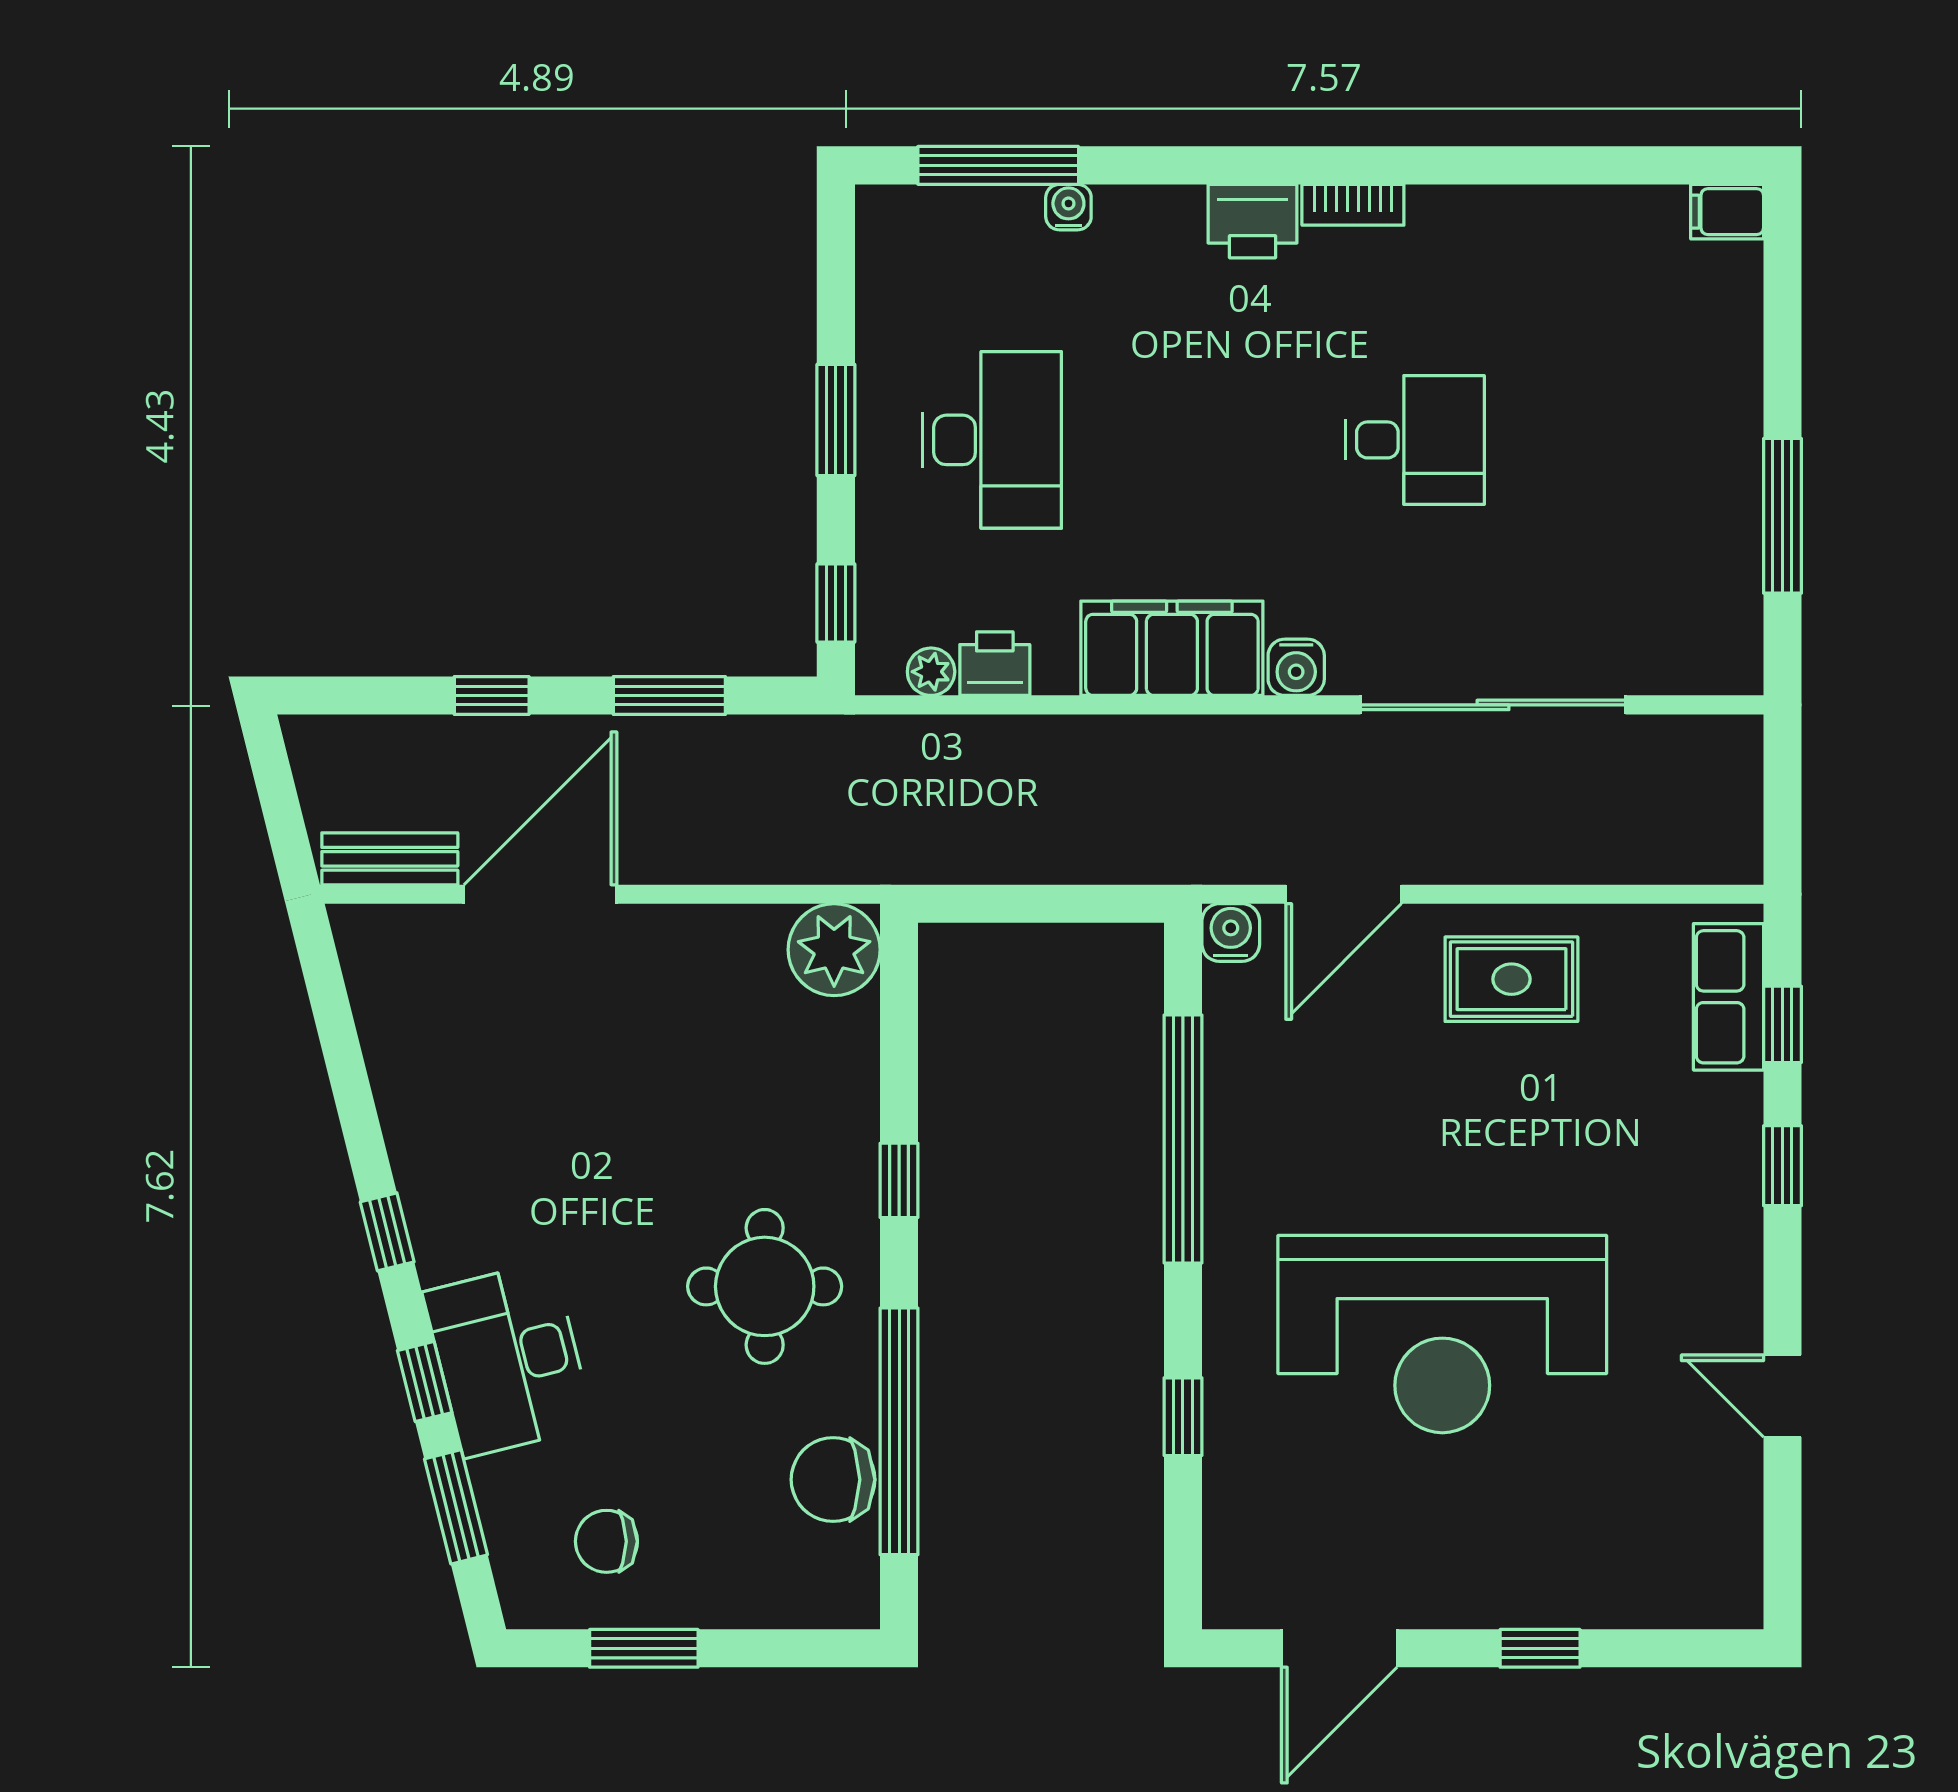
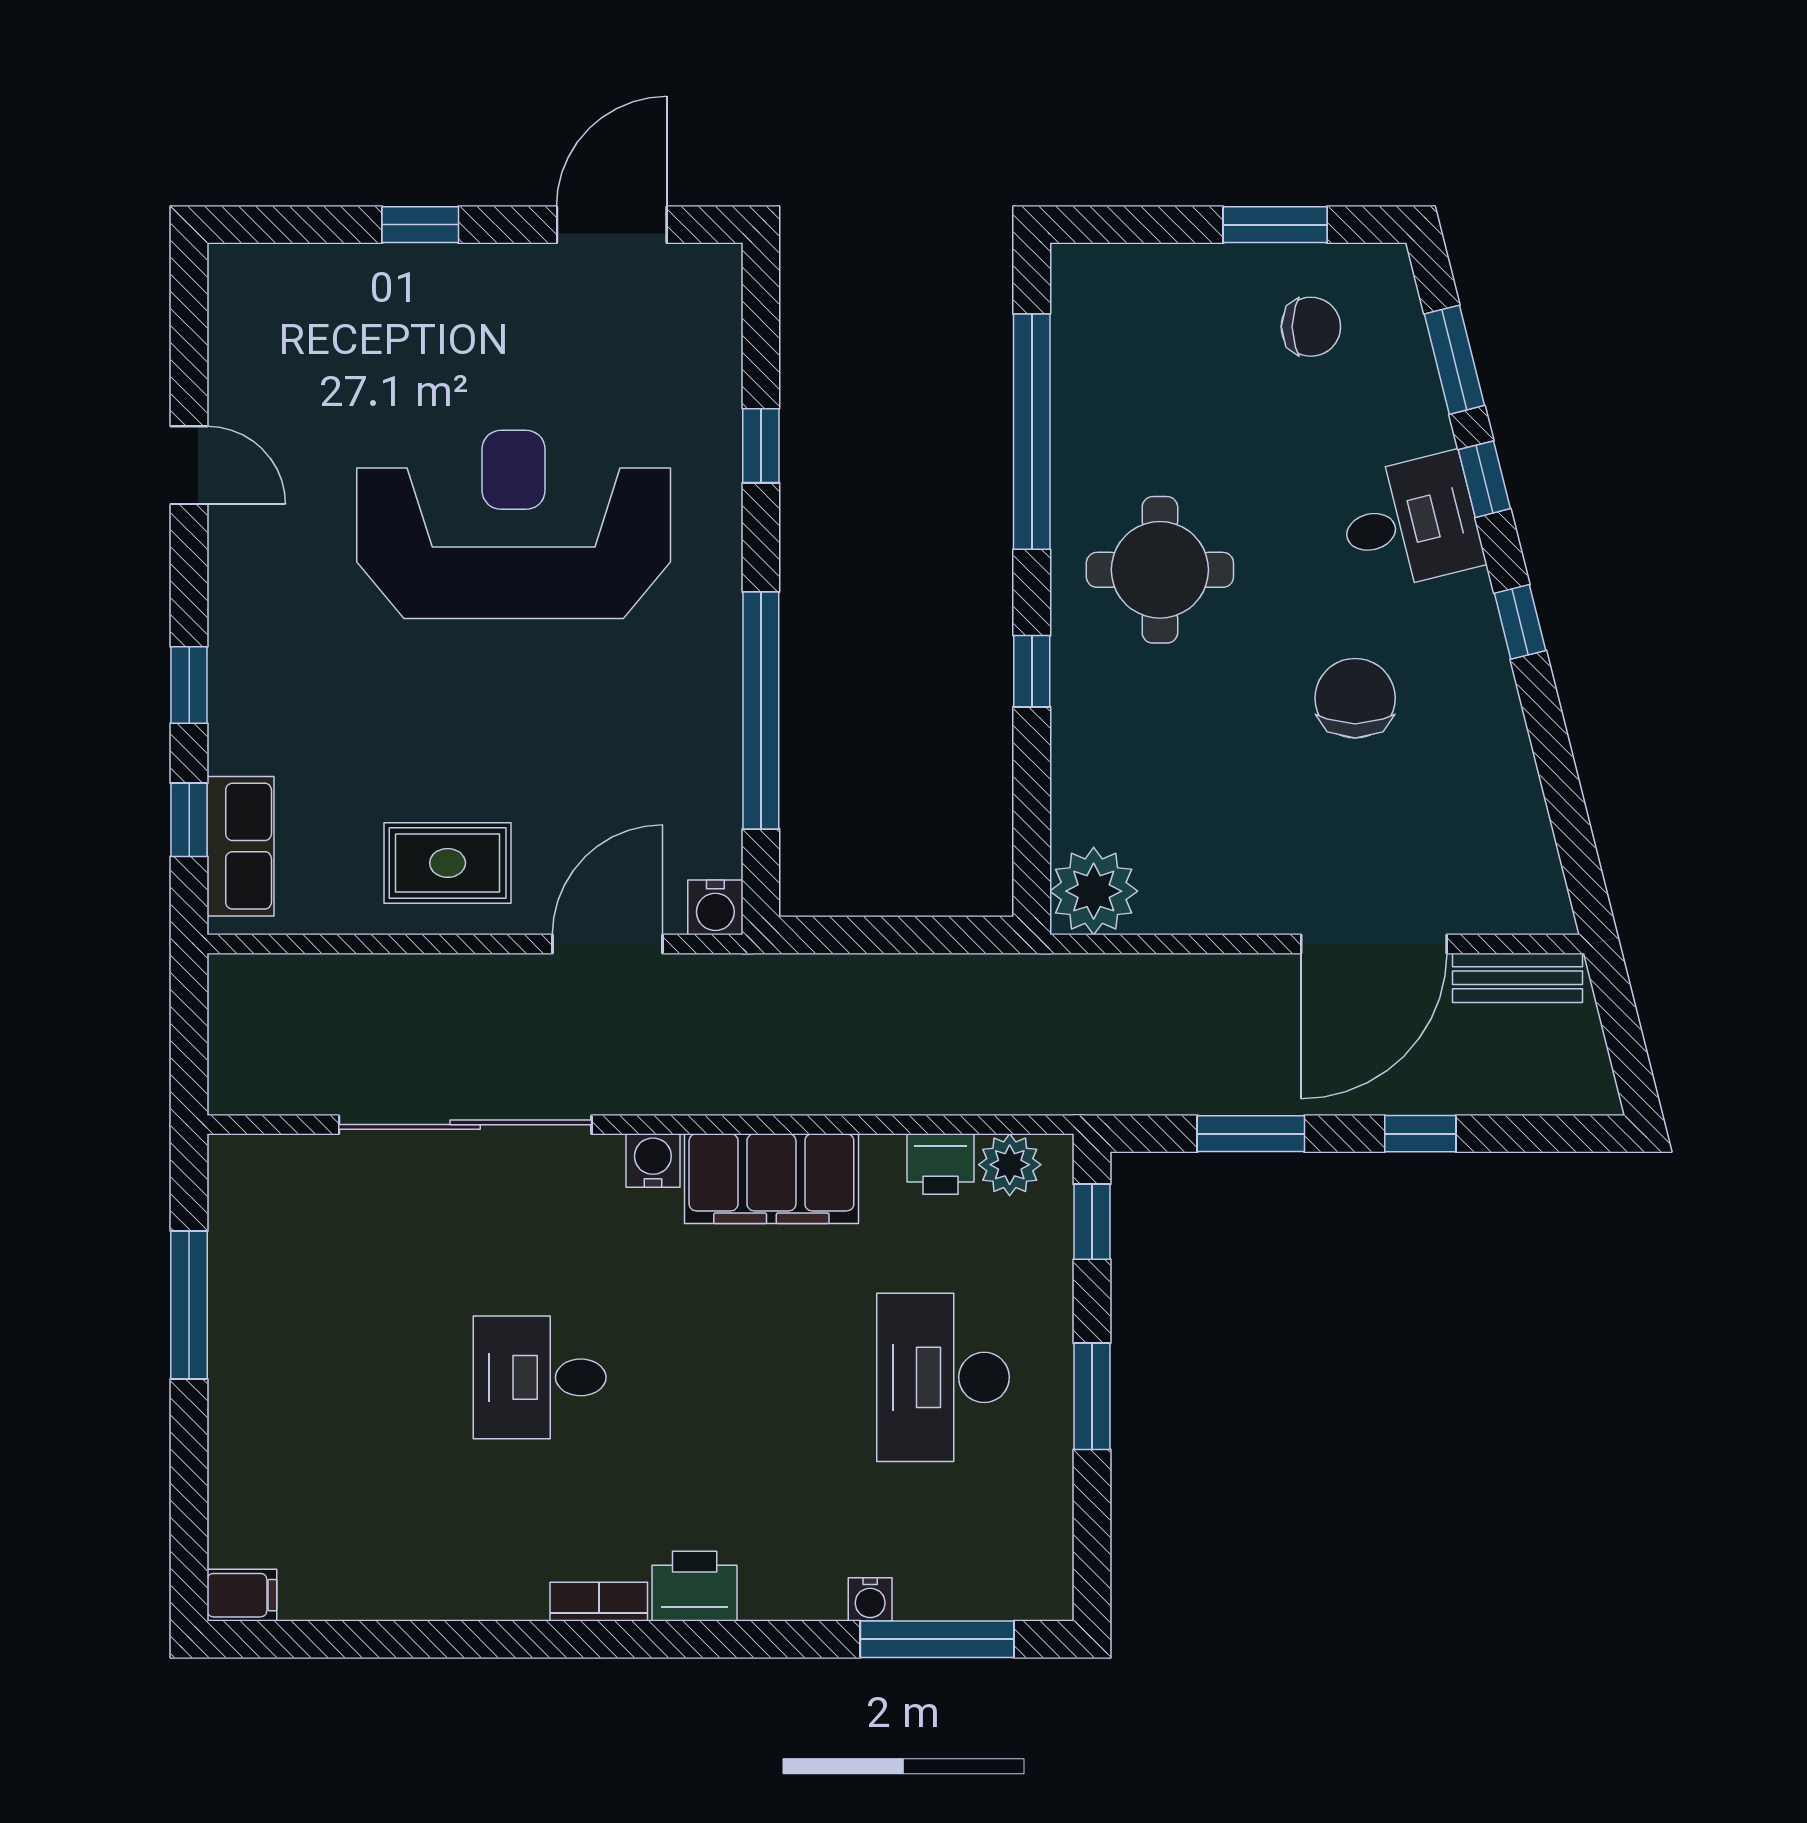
plant: (931, 672) -> (1010, 1165), width x1.38, depth x1.38
desk: (508, 1359) -> (1410, 522), width x0.73
chair: (833, 1480) -> (1355, 698), moved, turned -90

